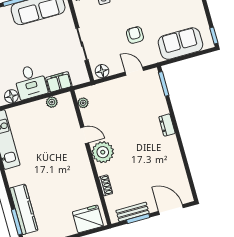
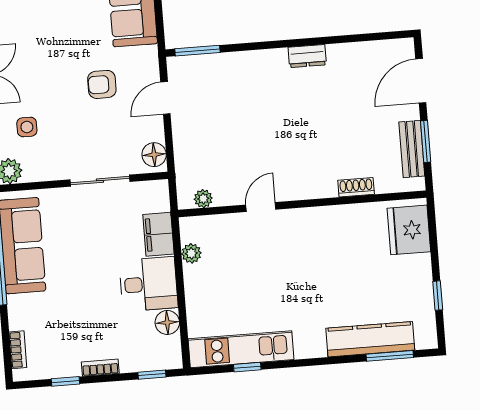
dresser: (167, 125) -> (307, 56), moved
plant: (103, 152) -> (297, 181), removed

